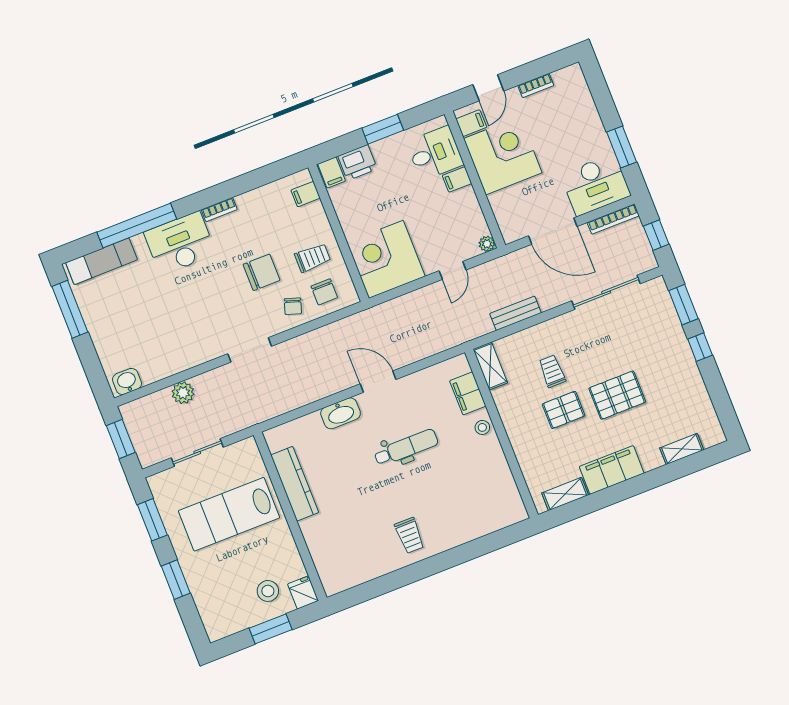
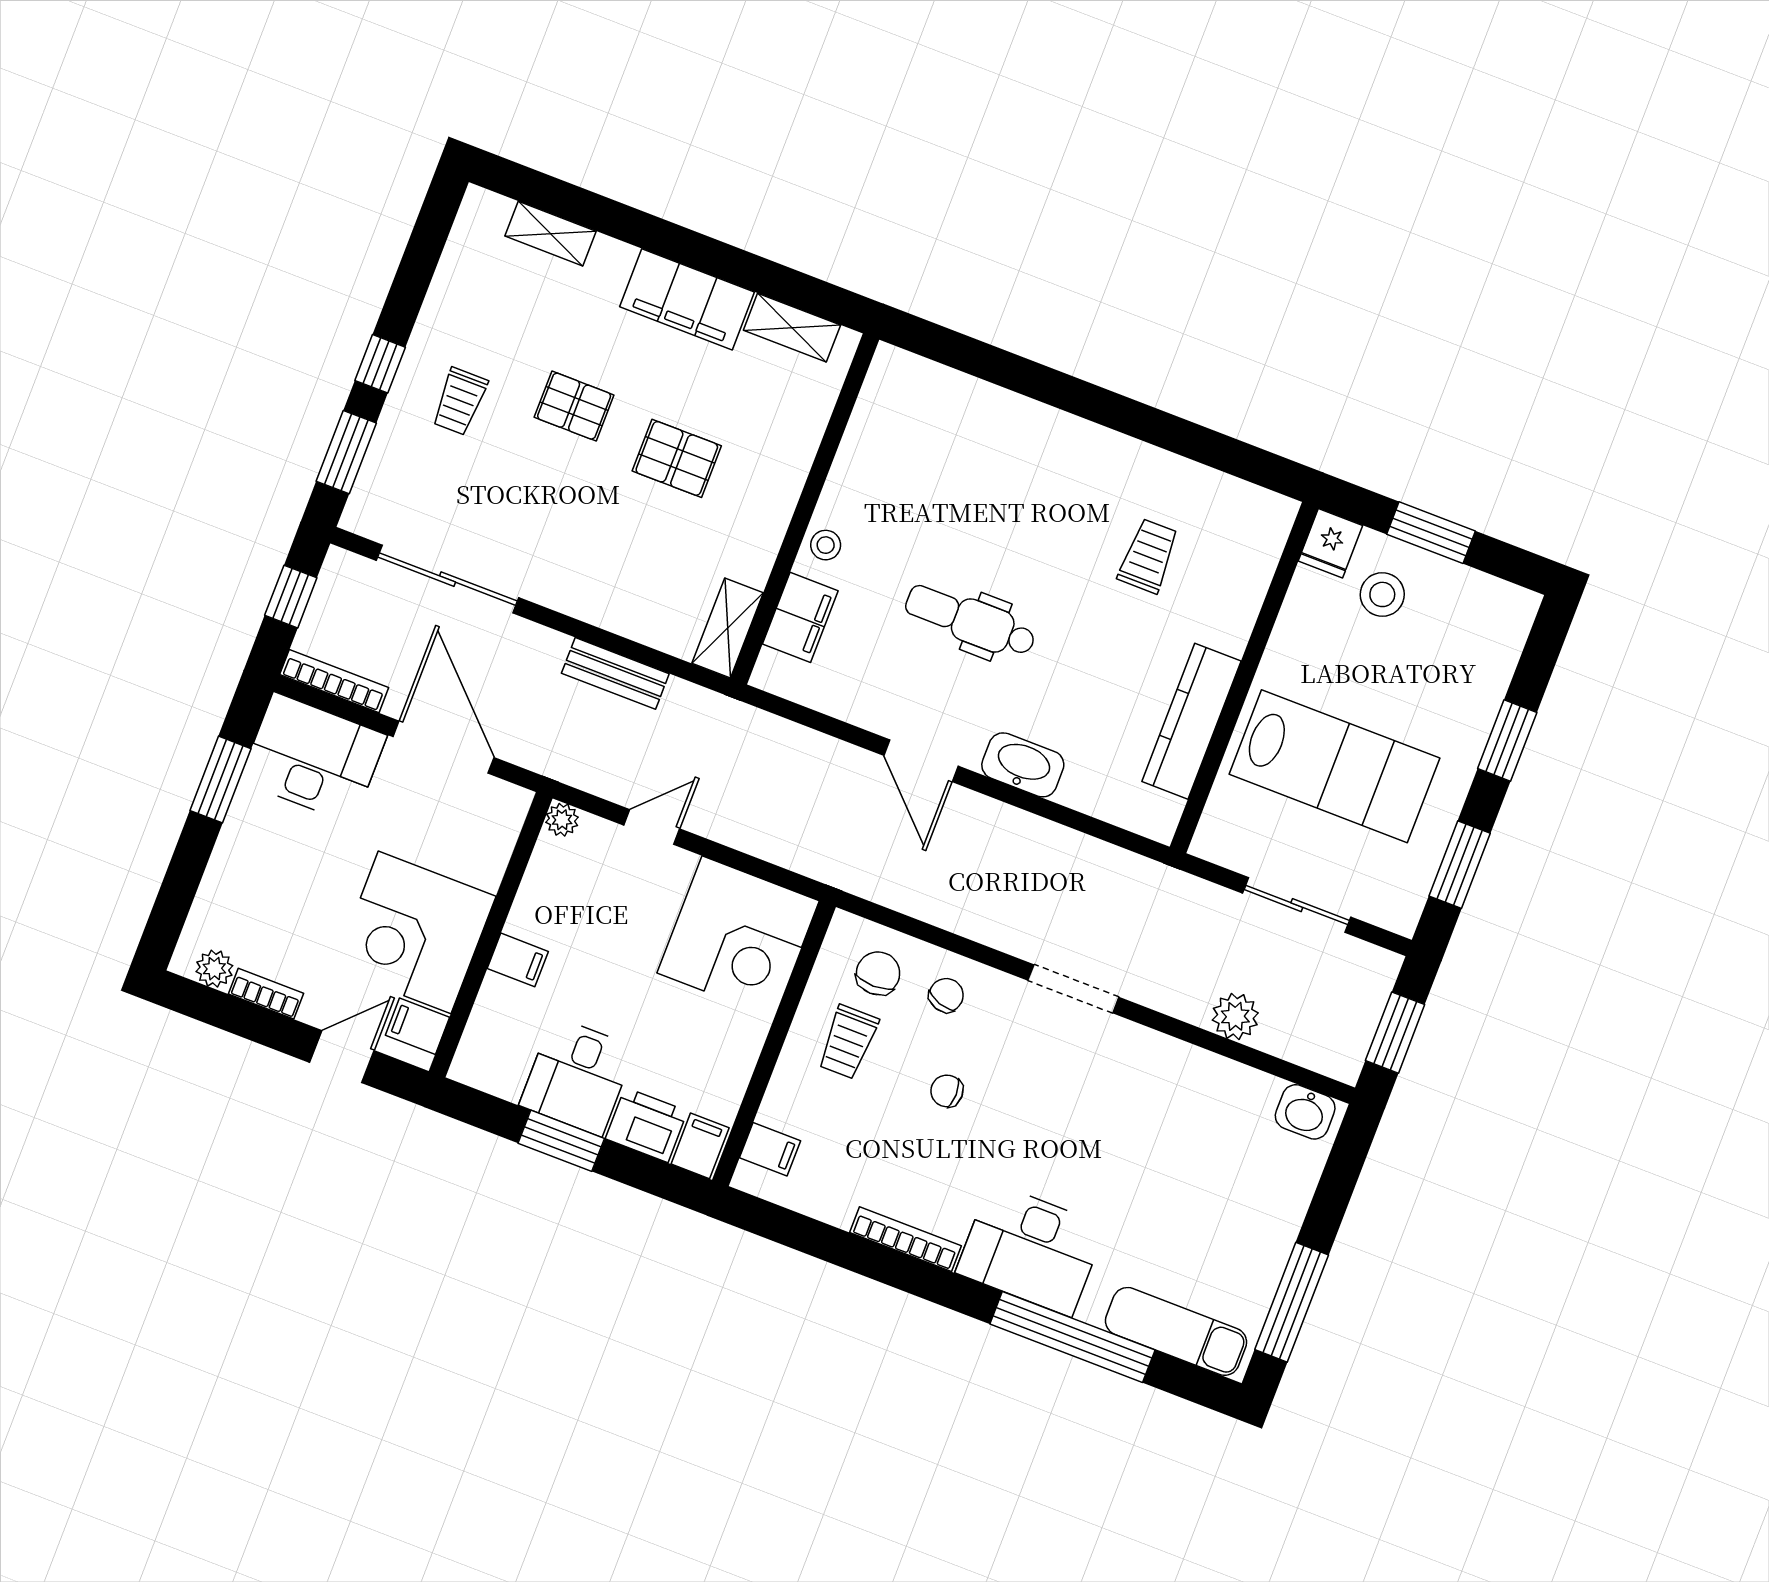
plant: (562, 78) -> (214, 969), added
desk: (435, 153) -> (577, 1076), moved, turned -90
bookcase: (219, 210) -> (905, 1239), width x1.56
trolley: (313, 258) -> (848, 1042), turned -90
chair: (261, 272) -> (947, 1091), width x0.54, depth x0.54
trolley: (552, 371) -> (460, 401), moved
pallet: (617, 395) -> (574, 406), width x0.67, depth x0.71
trolley: (410, 535) -> (1148, 556), moved

